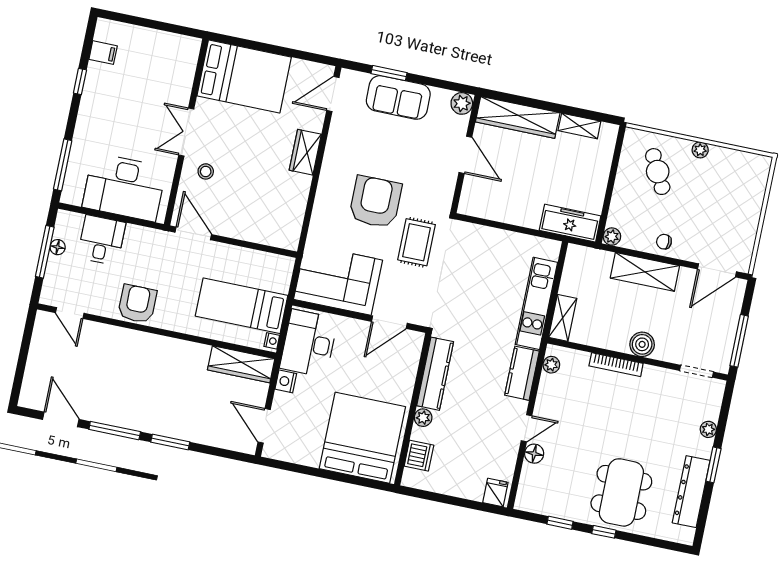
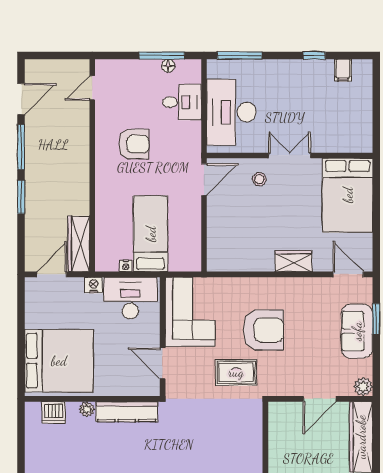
door: (70, 313) -> (92, 88), moved
wall: (157, 331) -> (92, 165), moved
wardrobe: (241, 364) -> (79, 244), moved

